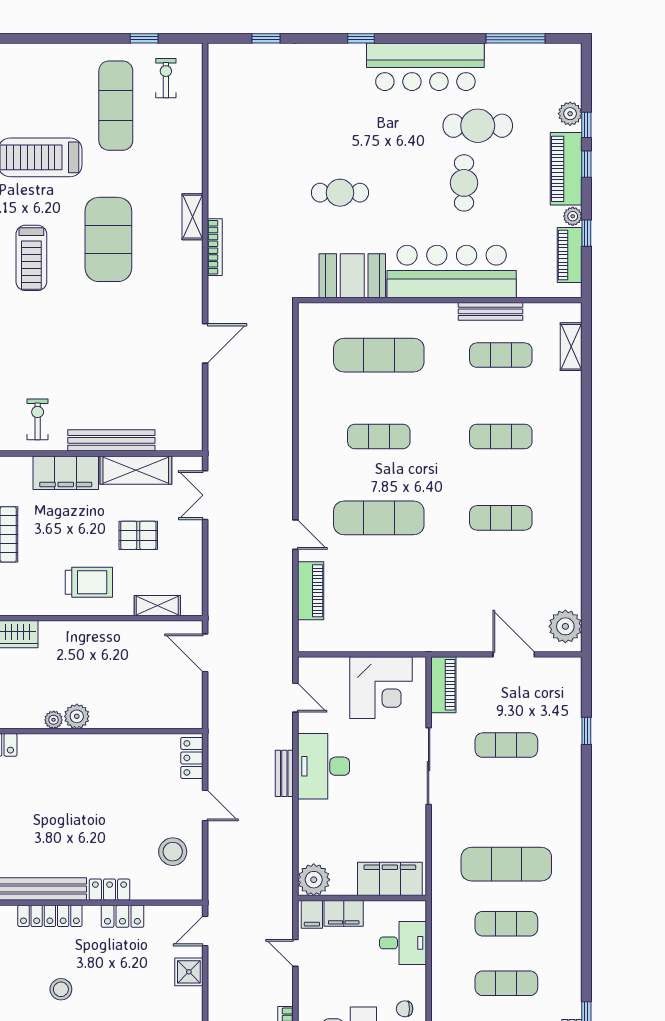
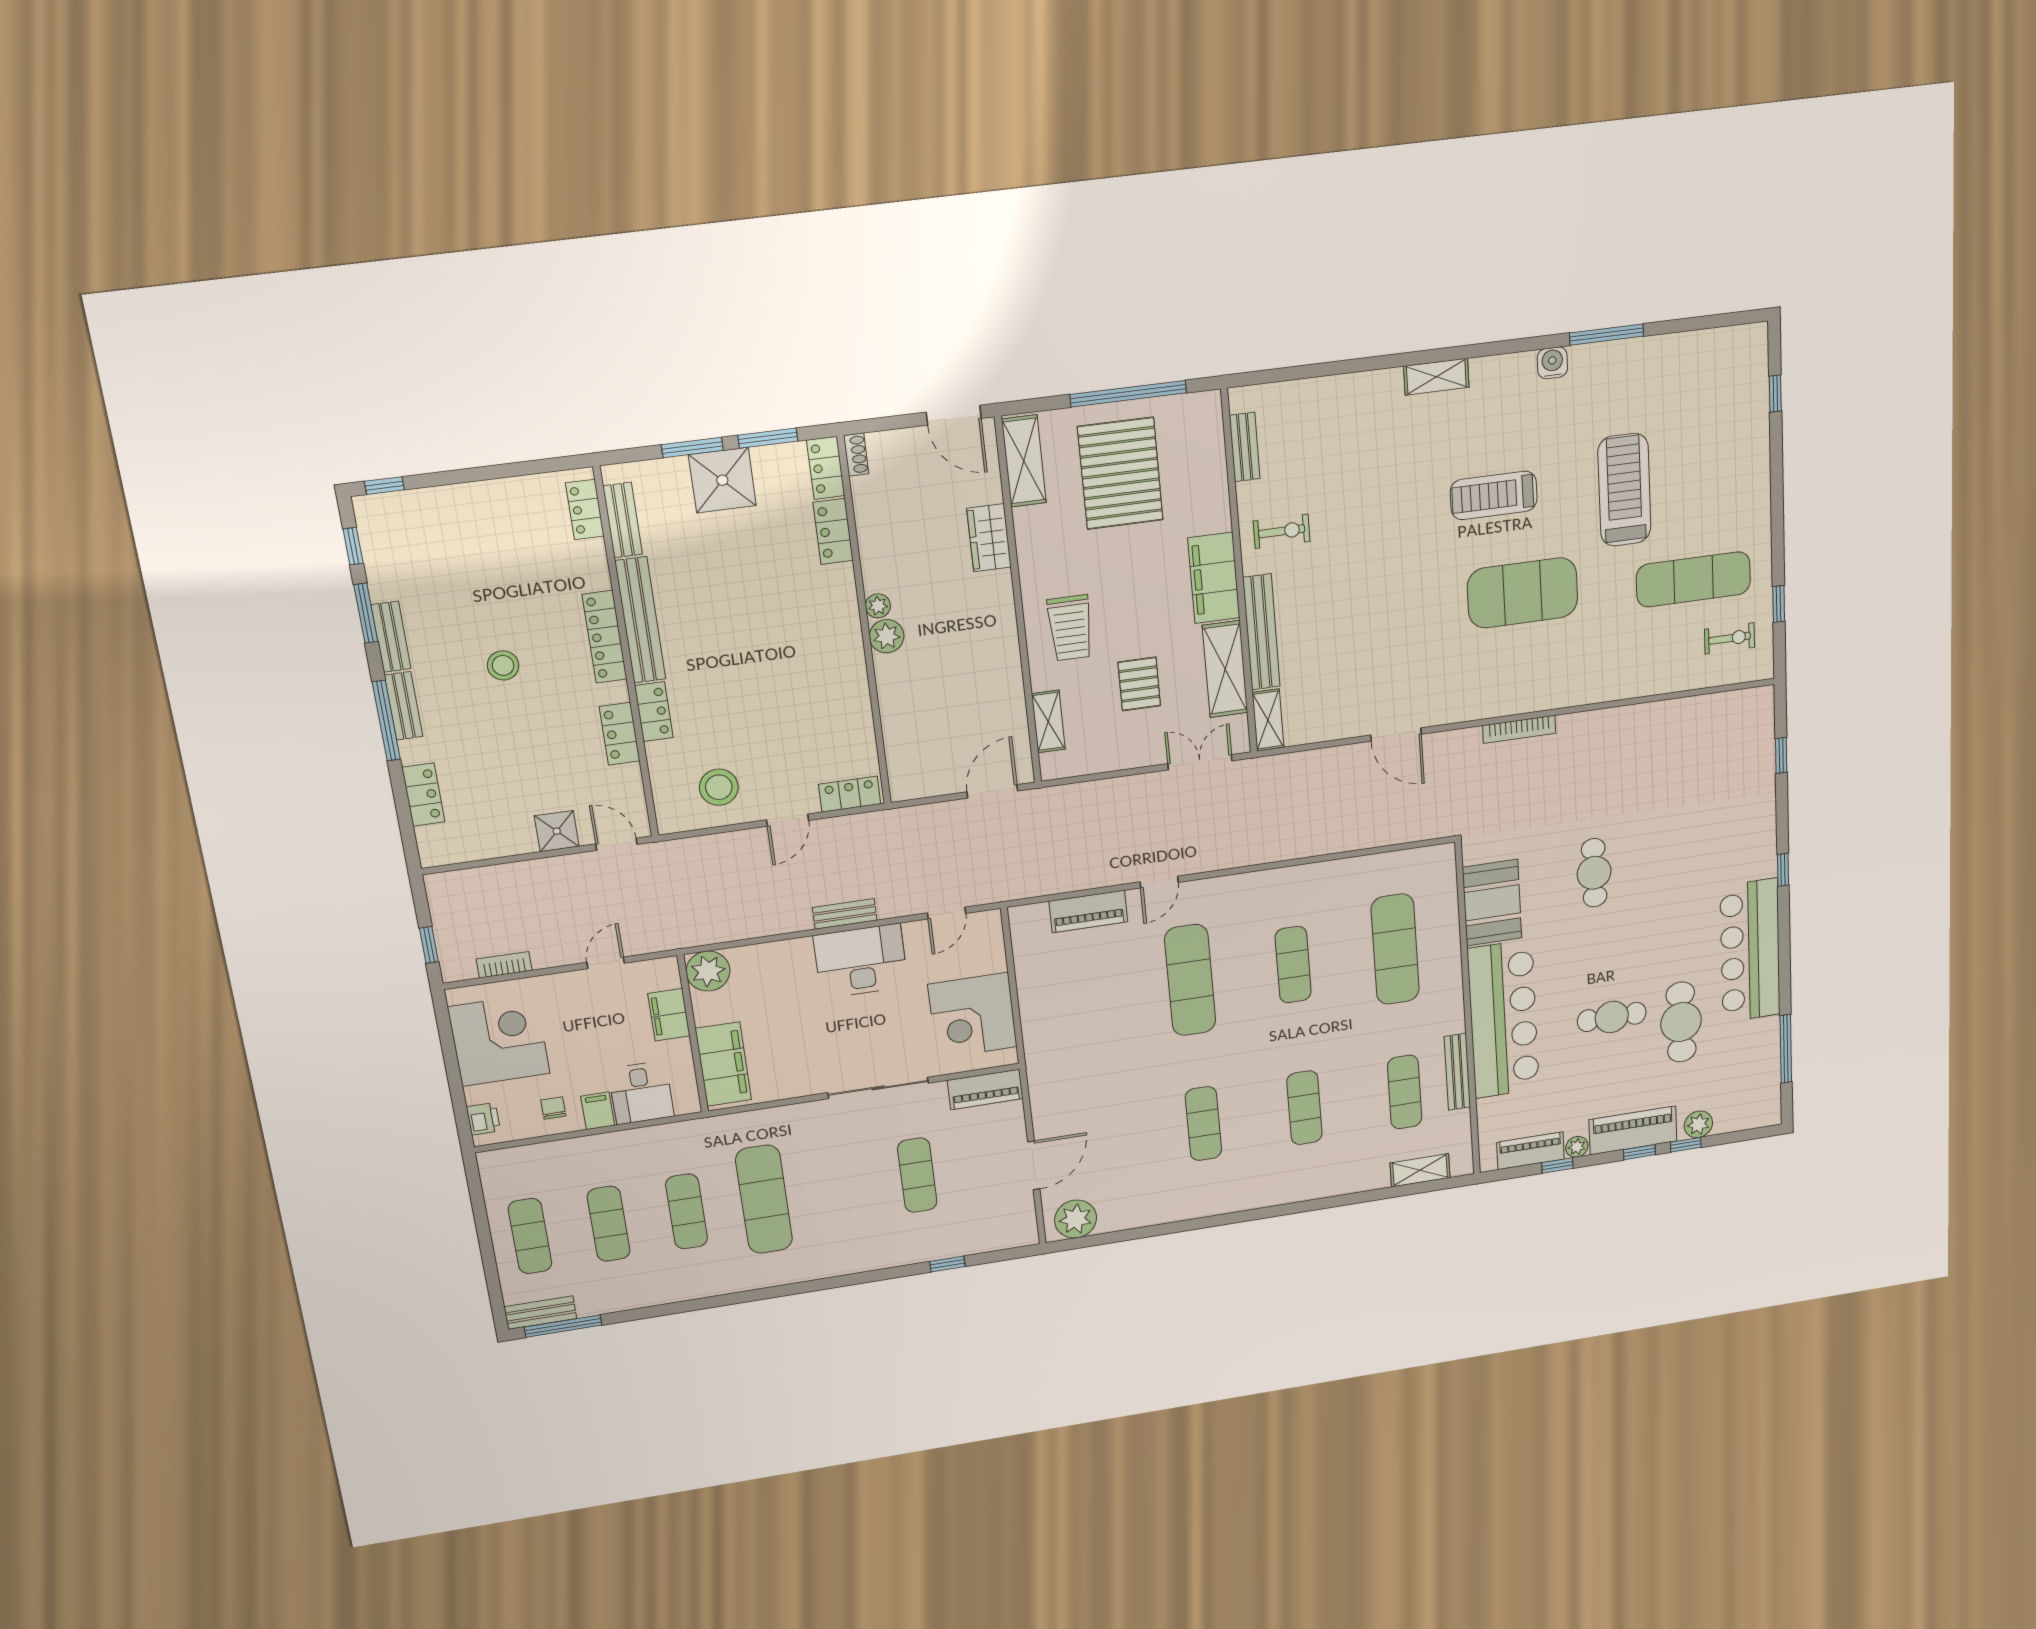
shelving: (192, 217) -> (1268, 720), moved, turned 90
filing cabinet: (312, 914) -> (598, 1111), moved, turned 90

